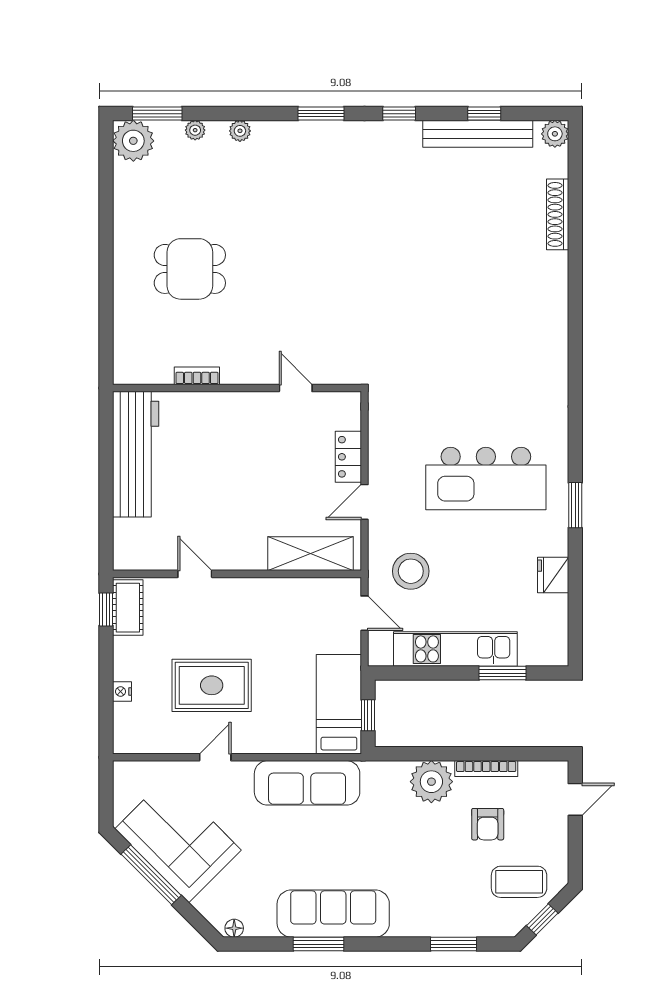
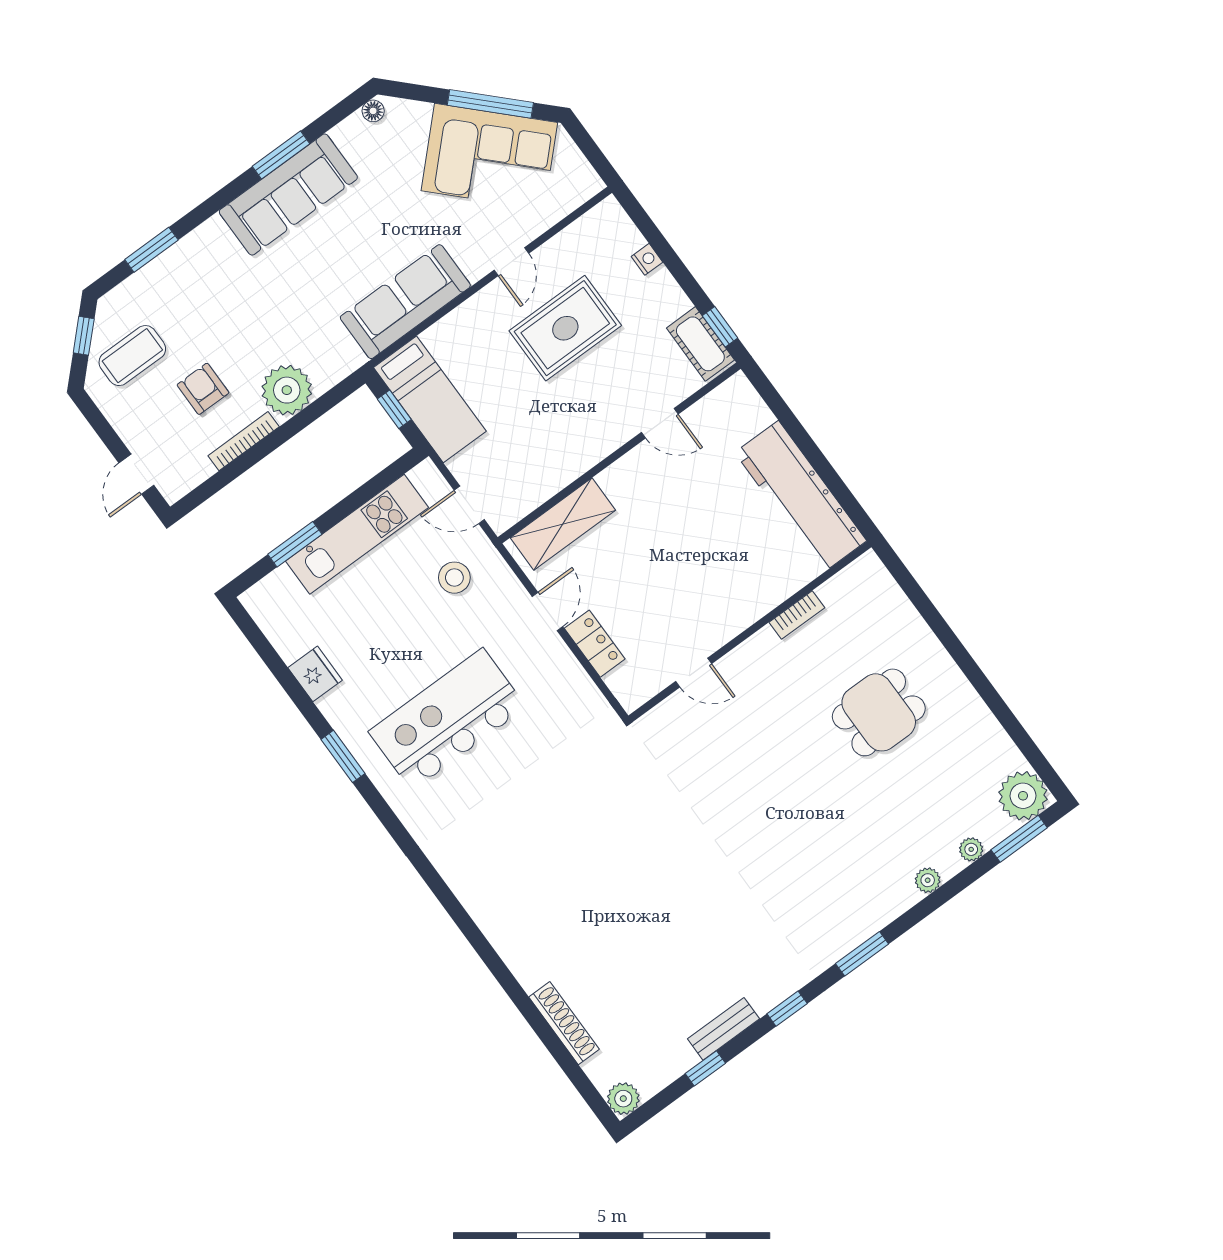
bench: (478, 134) -> (724, 1029), width x0.54, depth x0.82
stool: (411, 571) -> (454, 578), width x0.73, depth x0.73

